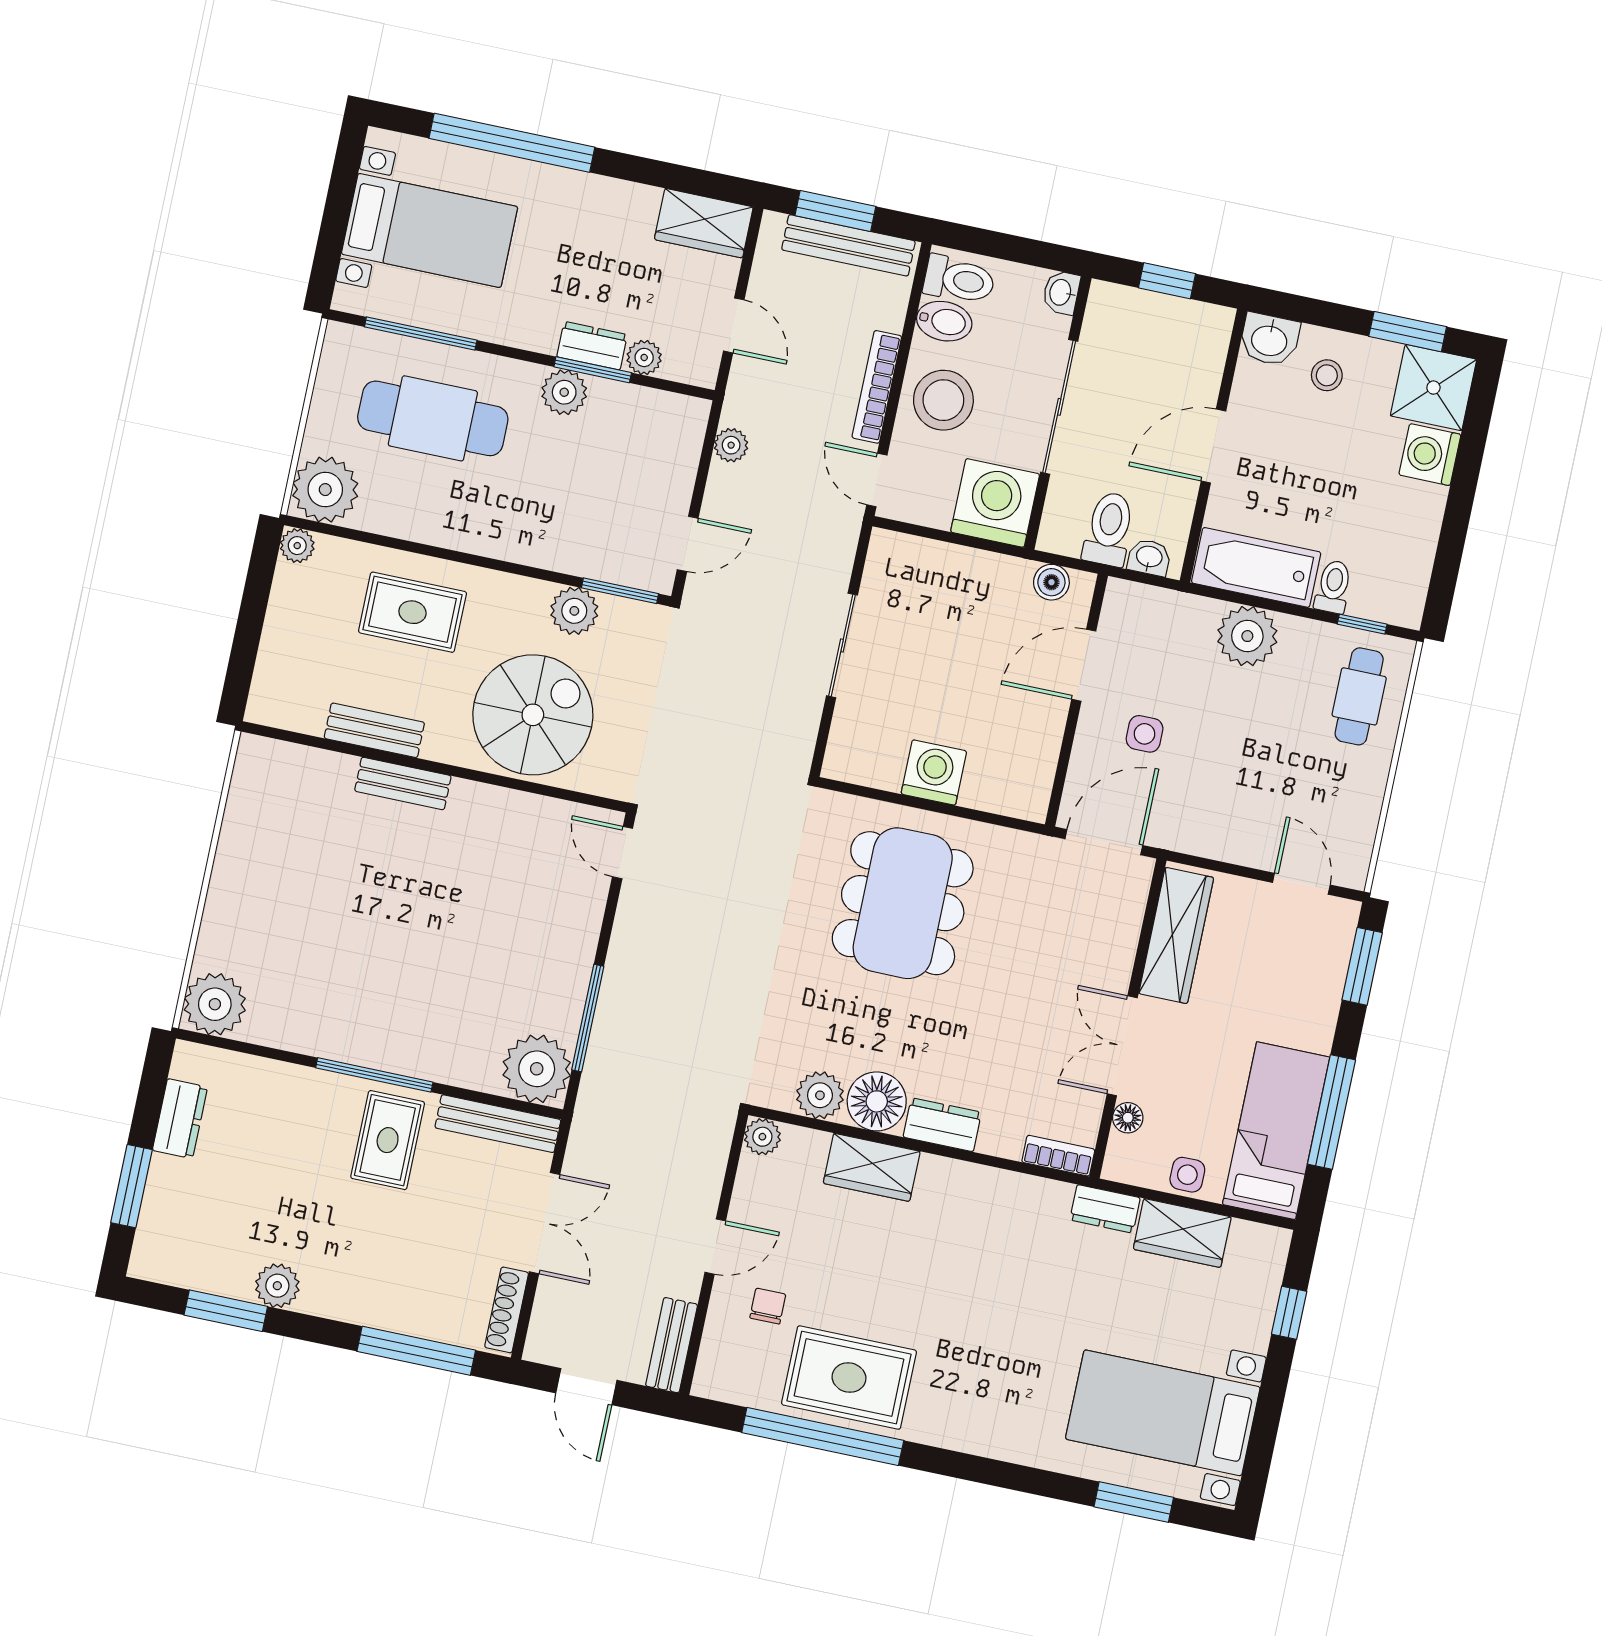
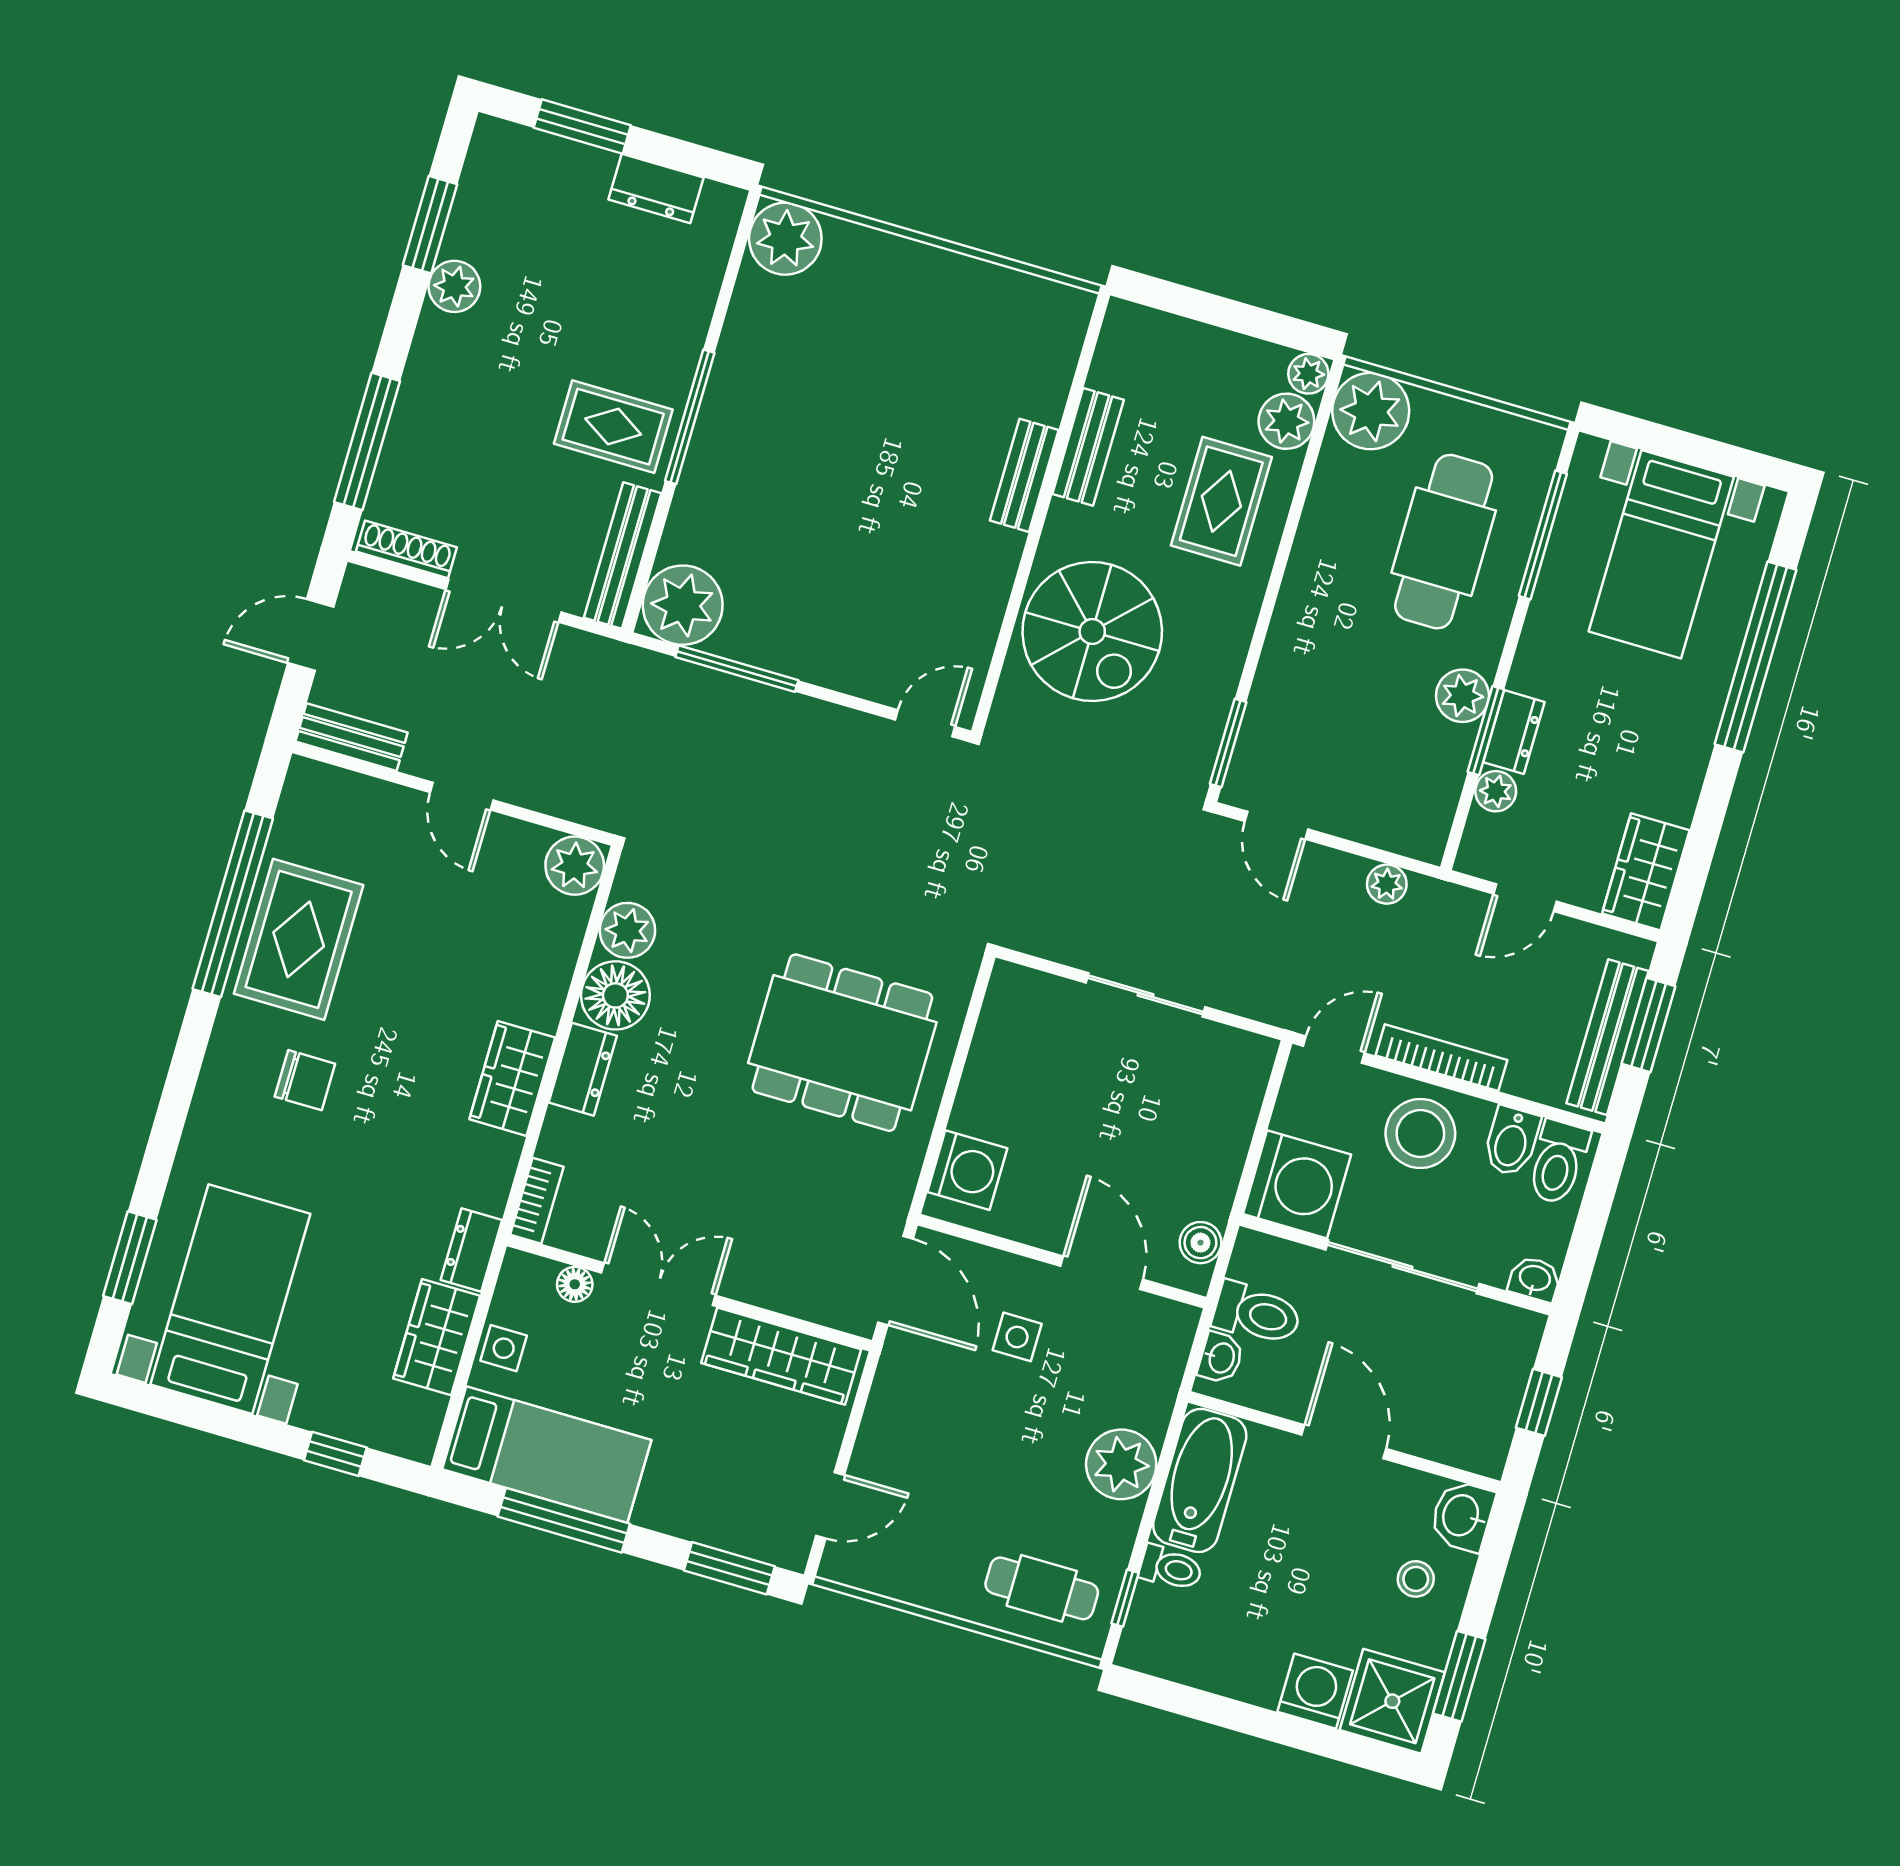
plant: (574, 611) -> (1286, 421), moved
washing machine: (934, 772) -> (967, 1170), moved
plant: (762, 1137) -> (575, 866), width x1.38, depth x1.38
wardrobe: (872, 1167) -> (512, 1078), moved
chair: (768, 1306) -> (305, 1080), moved, width x1.37, depth x1.37

